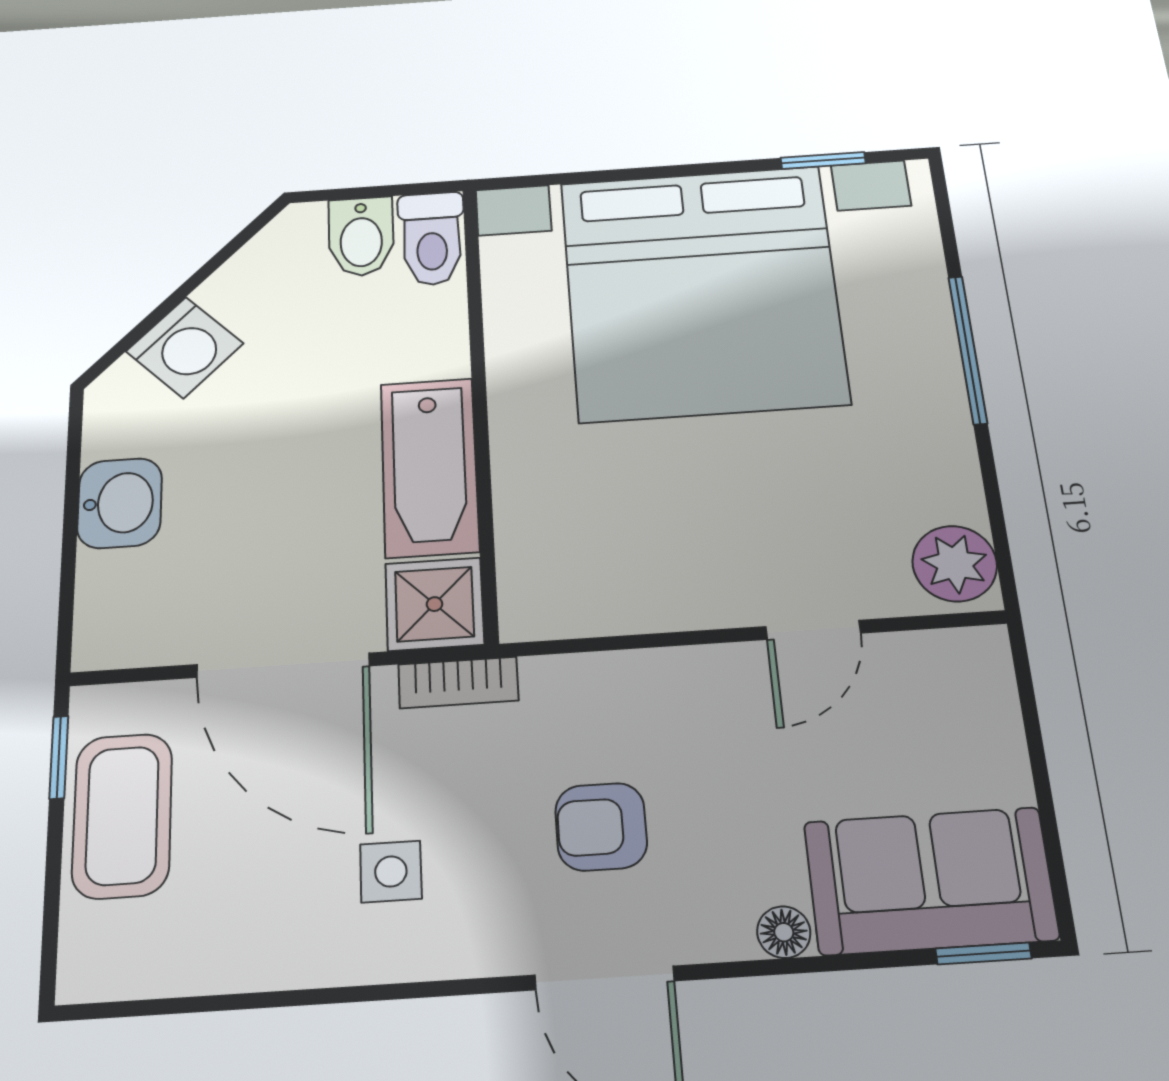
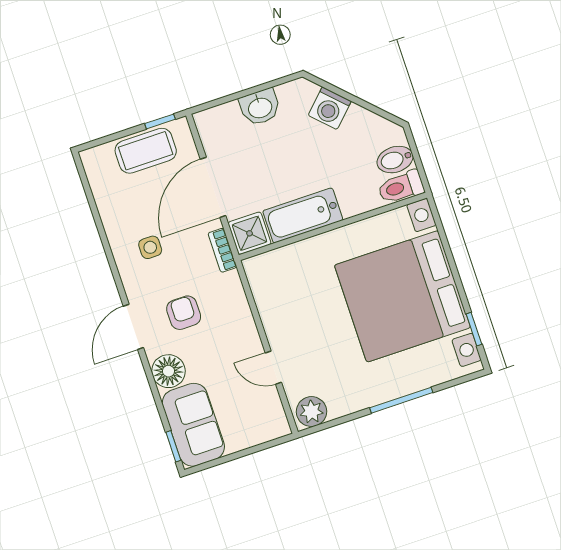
floor lamp: (784, 932) -> (168, 371), width x1.89, depth x1.89

